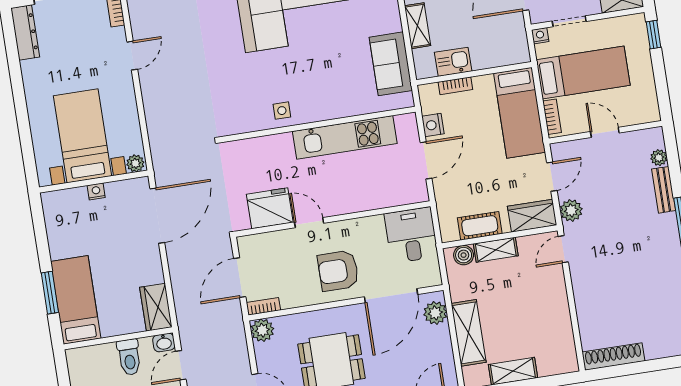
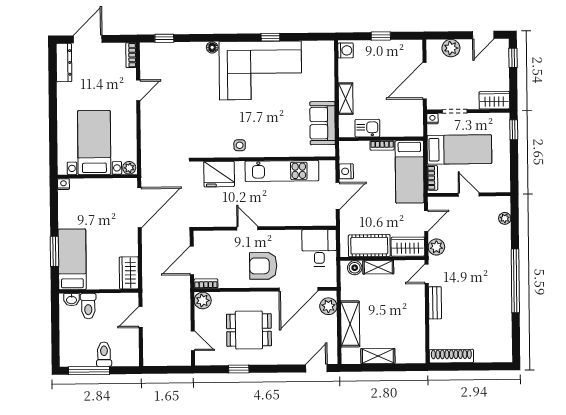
bookcase: (455, 86) -> (382, 145), moved
bench: (664, 190) -> (435, 303), moved
nightstand: (96, 191) -> (63, 184), moved
fridge: (270, 208) -> (219, 174), moved, turned 180
cot: (480, 226) -> (369, 246), width x1.37, depth x1.34
washbasin: (164, 343) -> (72, 300), moved
toilet: (129, 357) -> (88, 306), moved

